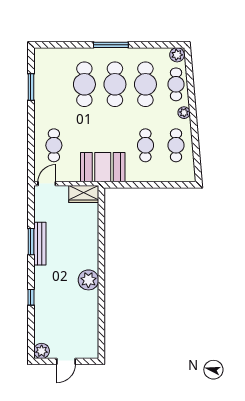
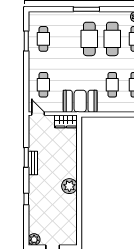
cafe table: (84, 84) -> (43, 39), moved, width x0.73, depth x0.74
door: (47, 184) -> (38, 114), hinge flipped
bench: (40, 244) -> (33, 163), width x0.73

